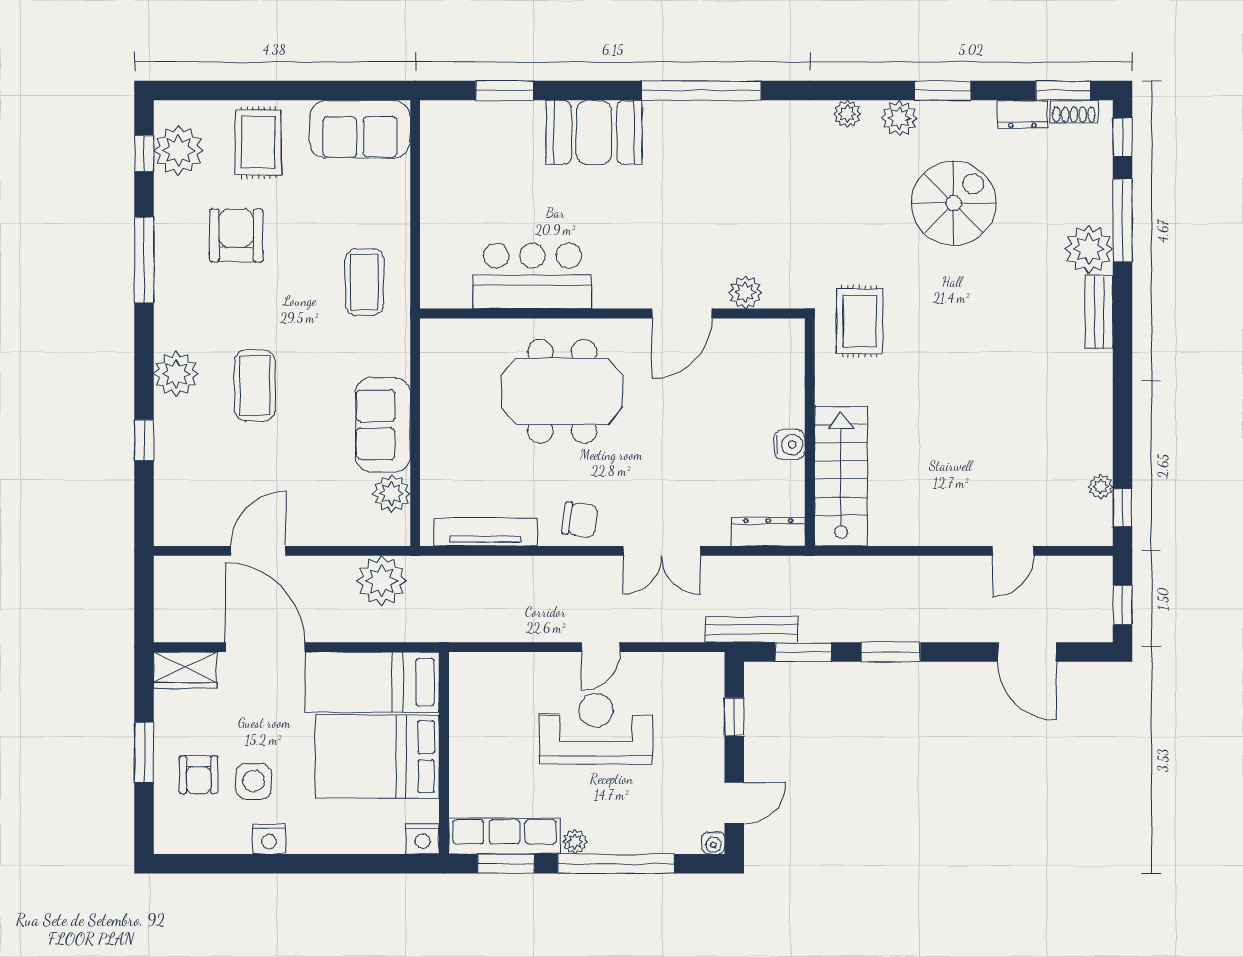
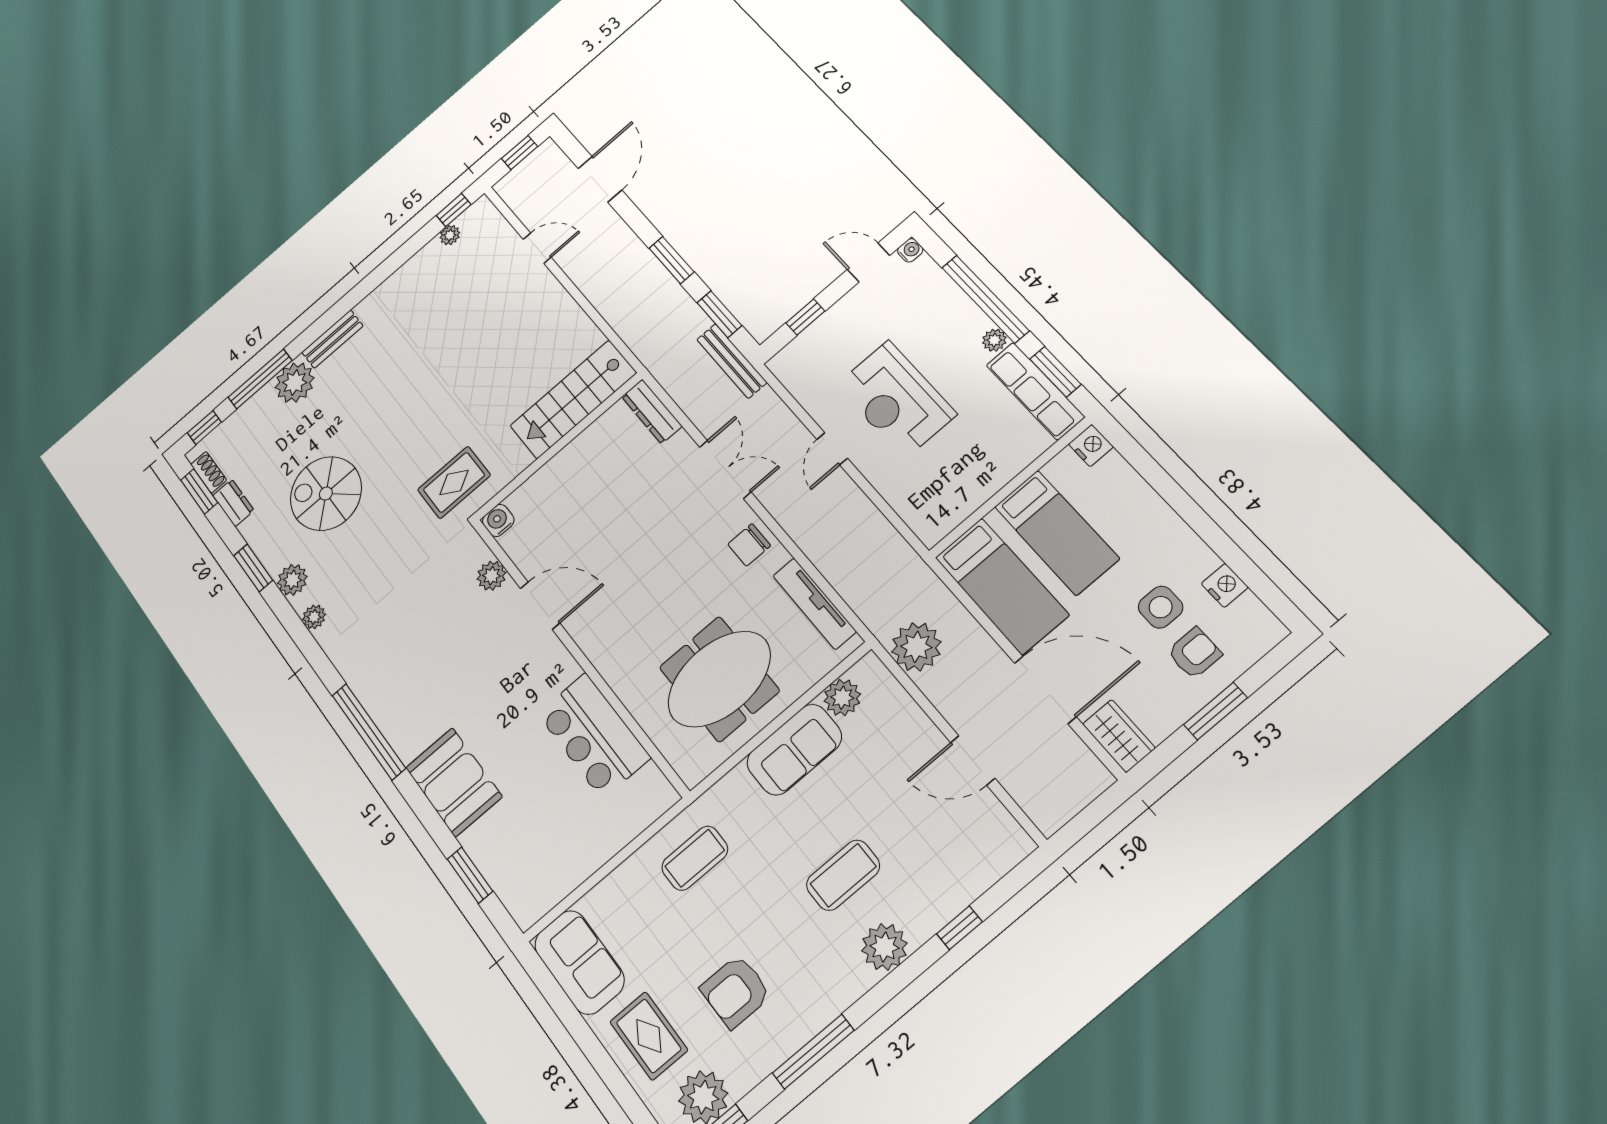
rug: (258, 142) -> (649, 1036), turned 90
meeting table: (562, 391) -> (719, 679), moved, turned 90
water cooler: (790, 445) -> (498, 520), moved
chair: (580, 520) -> (749, 545), turned -98
door: (265, 647) -> (1045, 690), swing flipped
door: (601, 647) -> (832, 449), swing flipped
bed: (377, 757) -> (1057, 533), width x0.67
nightstand: (269, 839) -> (1225, 585), moved

